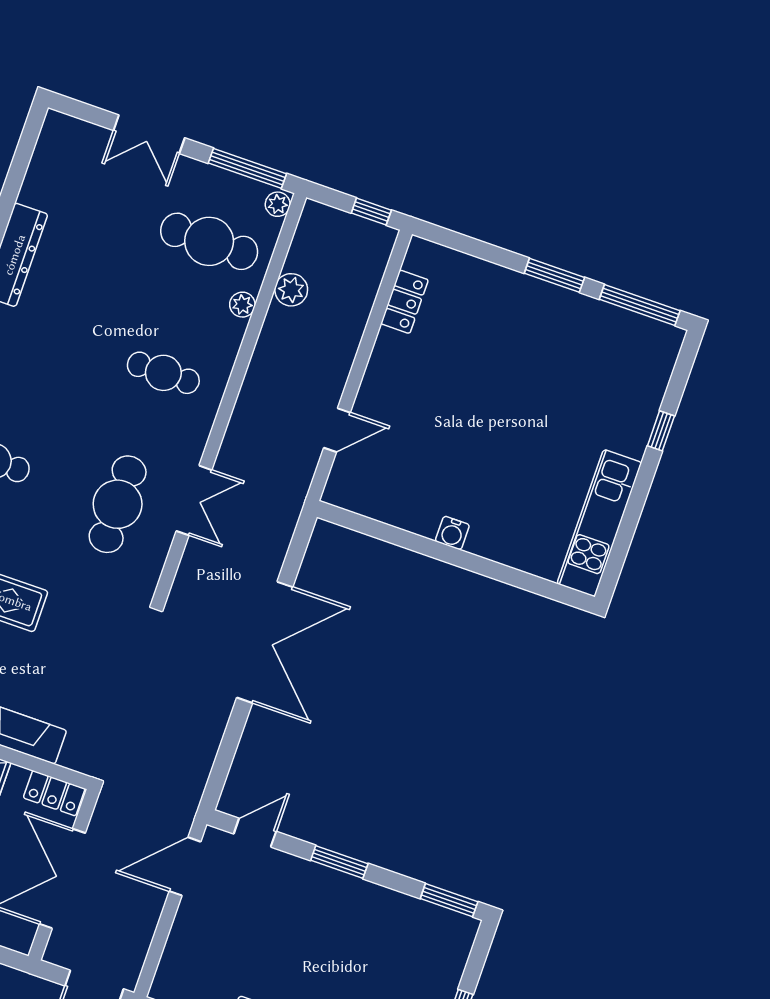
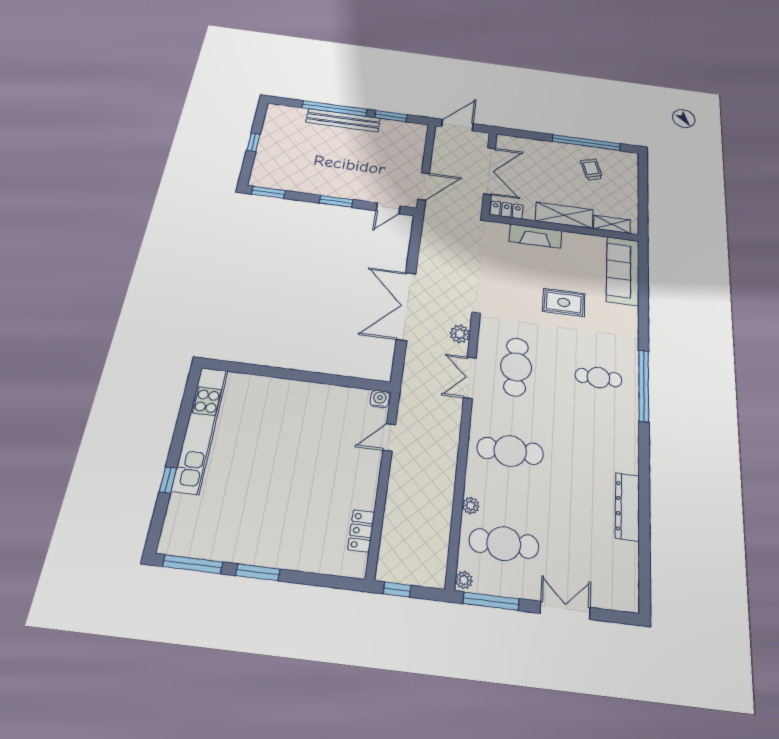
plant: (291, 290) -> (460, 334), moved
cafe table: (163, 373) -> (510, 451), width x1.37, depth x1.35
kitchen unit: (599, 523) -> (200, 429), width x1.36
water cooler: (452, 533) -> (380, 399), moved

